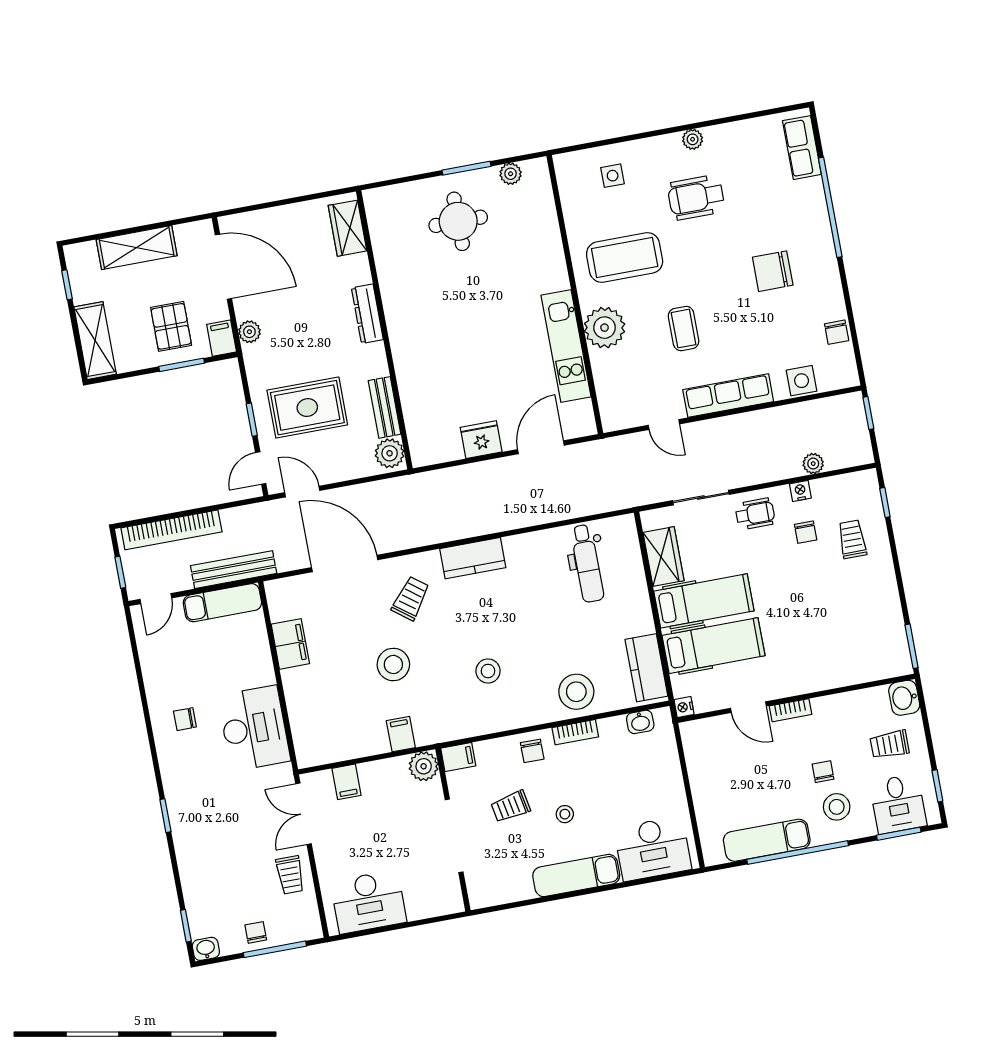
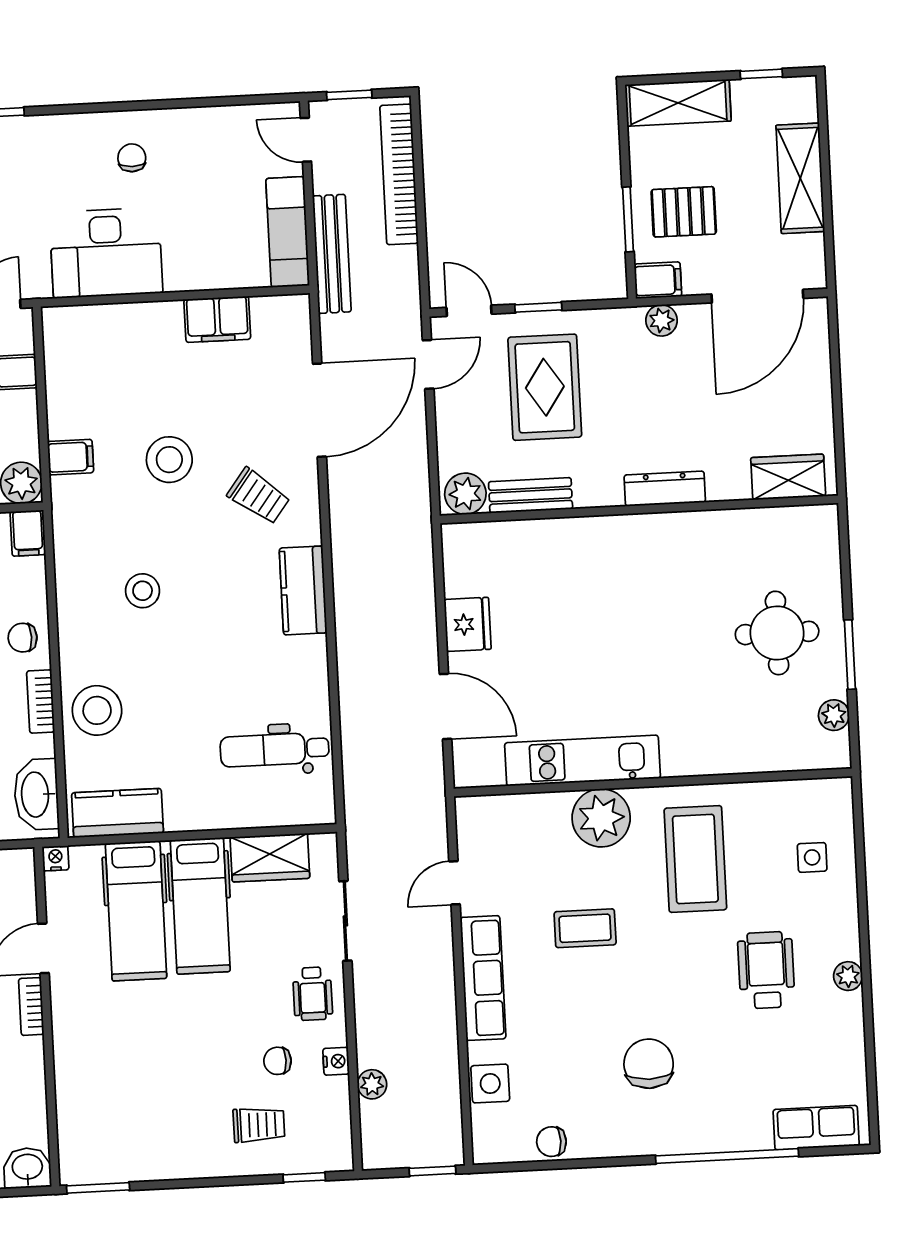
washbasin: (640, 722) -> (36, 795), width x1.91, depth x1.45

